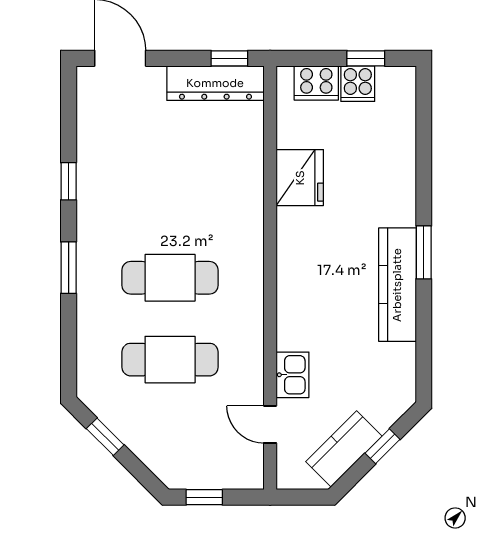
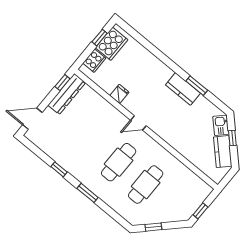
cooker: (358, 84) -> (112, 44), width x1.87, depth x1.31
fridge: (300, 178) -> (119, 94), width x0.53, depth x0.75
window: (424, 252) -> (197, 86), moved
kitchen counter: (397, 285) -> (183, 89), width x0.67
kitchen sink: (293, 375) -> (221, 125), moved, turned -135
door: (270, 424) -> (138, 123), moved

